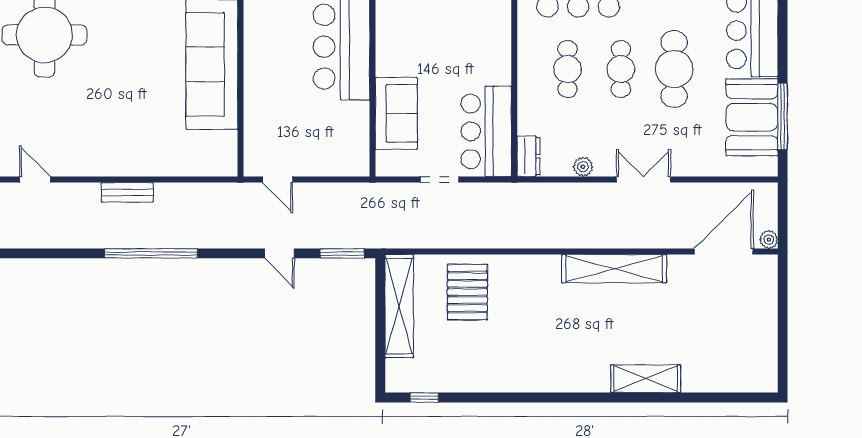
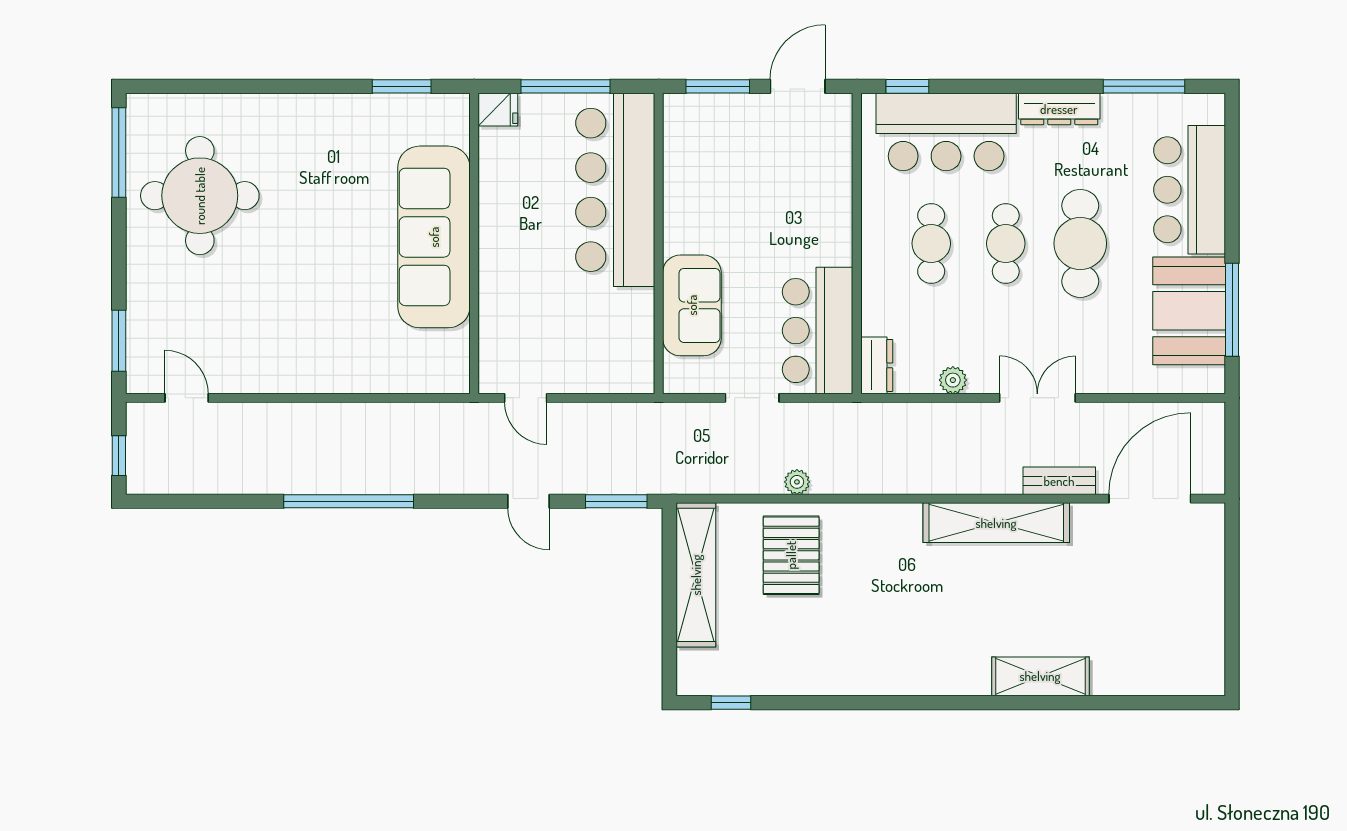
bench: (127, 192) -> (1059, 481), moved
plant: (769, 240) -> (797, 482), moved

